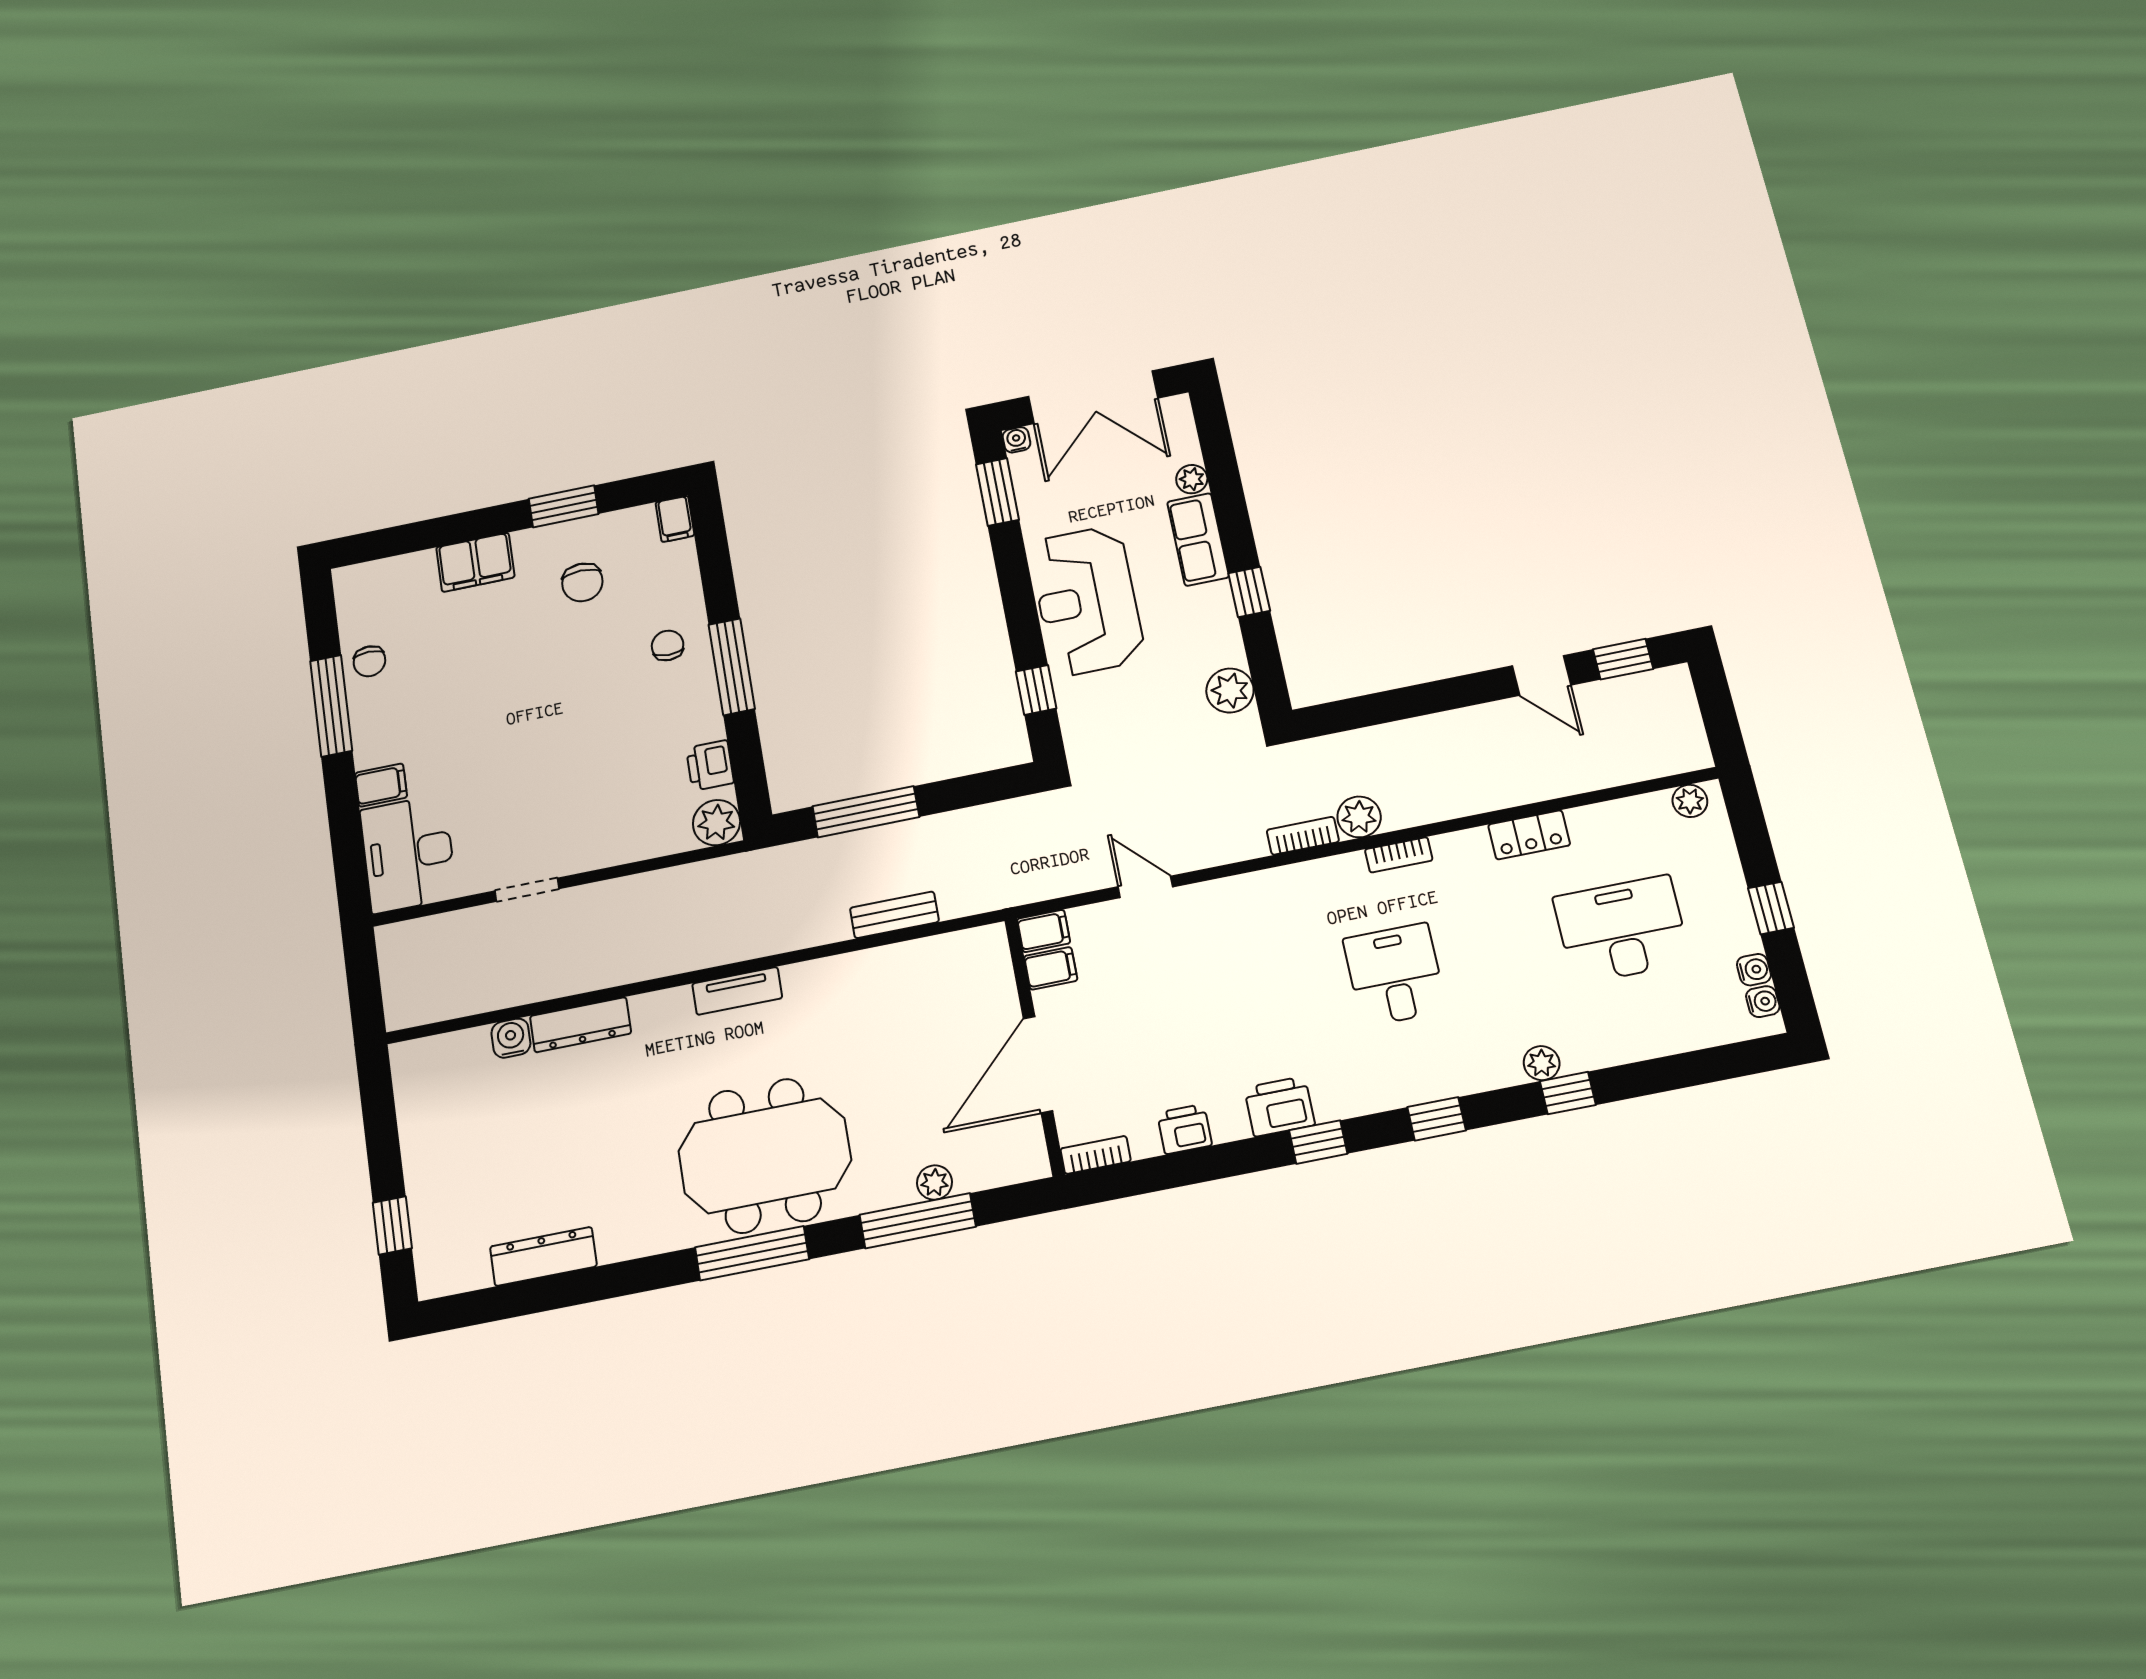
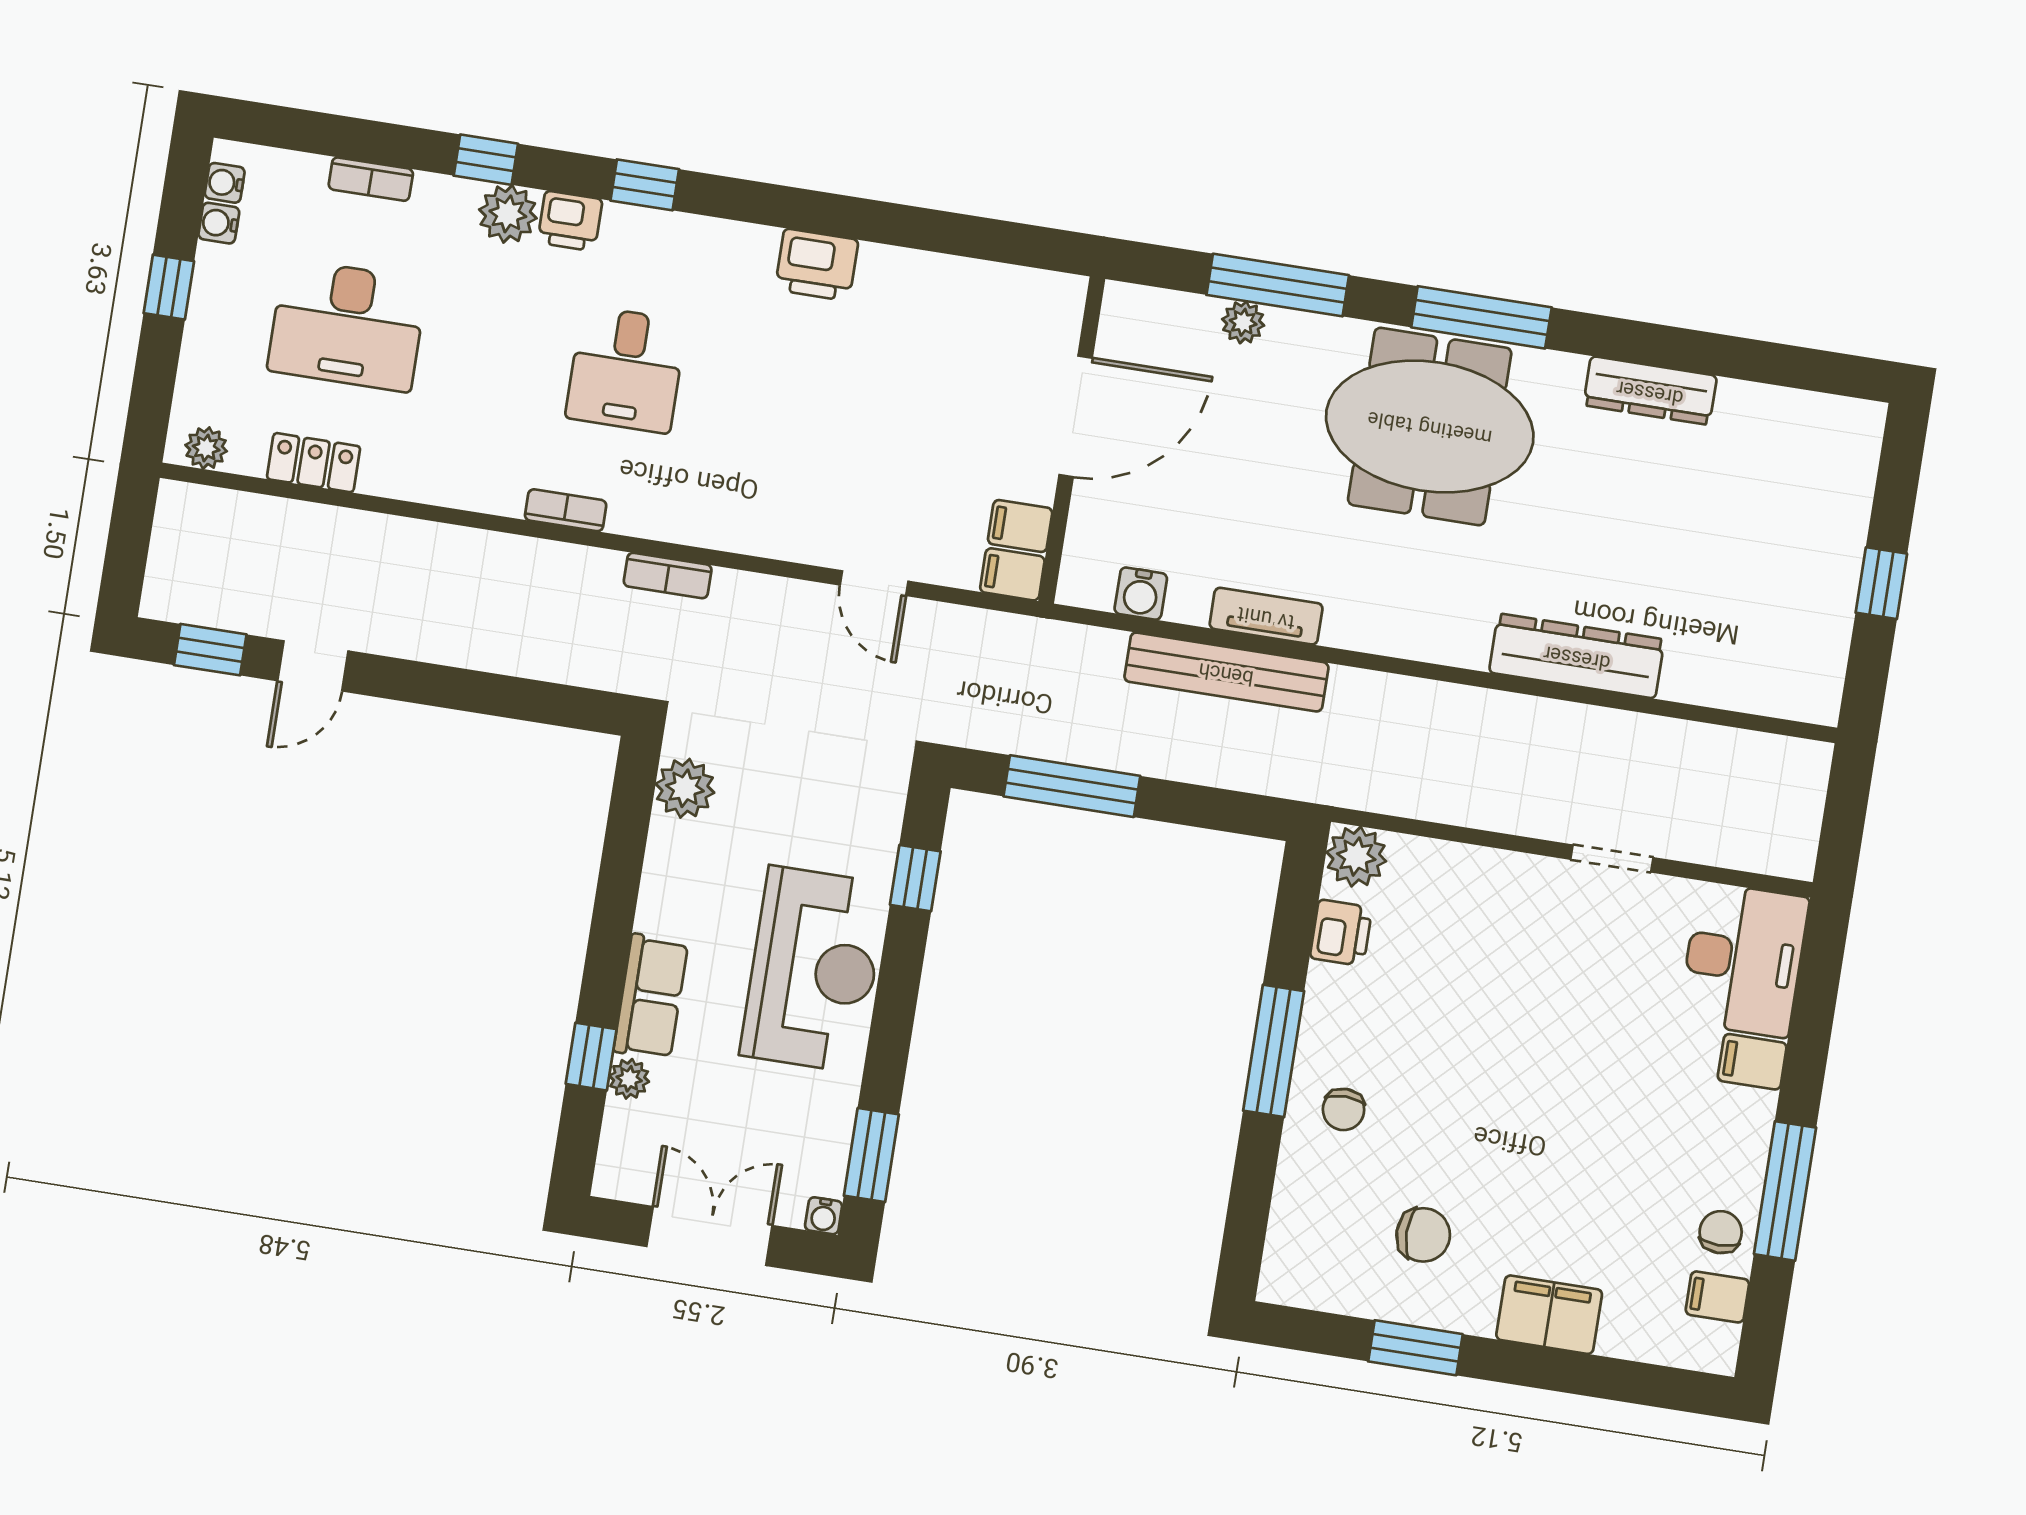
double door: (1093, 397) -> (709, 1236), width x0.73
filing cabinet: (675, 519) -> (1717, 1297), moved, turned -90
chair: (582, 582) -> (1423, 1235), turned 90
window: (1249, 592) -> (591, 1057), moved
door: (1542, 676) -> (313, 666), swing flipped
window: (866, 812) -> (1072, 786), moved
plant: (1359, 817) -> (594, 574), removed
locker: (1529, 835) -> (314, 463), moved
bench: (894, 915) -> (1226, 672), width x1.86, depth x1.21
tv unit: (737, 991) -> (1266, 616), moved
dresser: (581, 1025) -> (1577, 656), width x1.37, depth x1.24
water cooler: (511, 1038) -> (1141, 594), moved
plant: (1542, 1063) -> (508, 214), width x1.38, depth x1.38
printer: (1184, 1129) -> (570, 221), moved
window: (1318, 1142) -> (788, 208), removed
bookcase: (1096, 1155) -> (371, 179), moved
window: (392, 1225) -> (1881, 583), moved
dresser: (543, 1256) -> (1650, 391), moved

